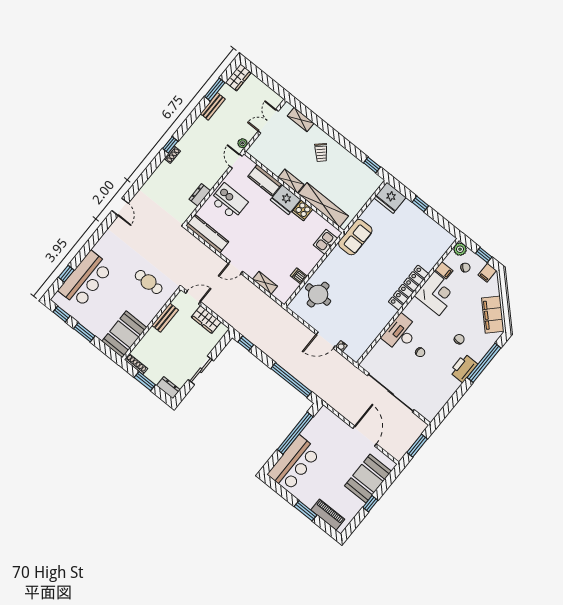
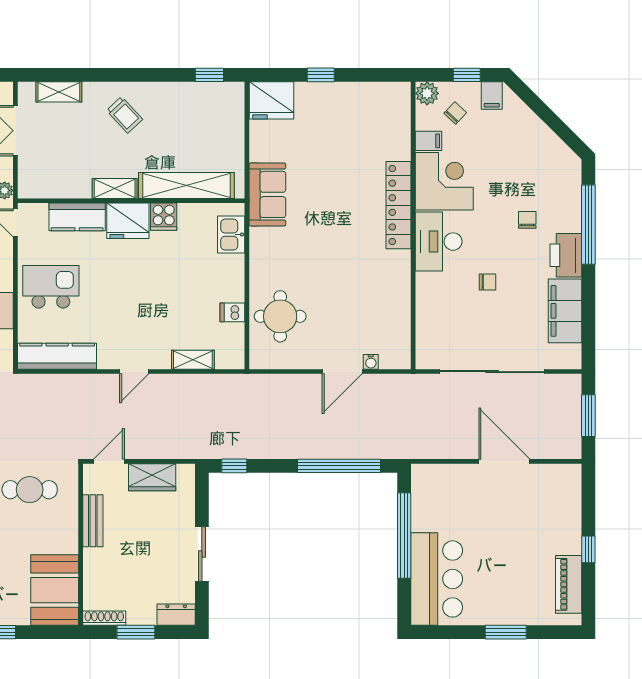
filing cabinet: (493, 315) -> (565, 311), moved, turned 45
desk: (401, 333) -> (439, 242), moved
booth: (368, 479) -> (557, 517), removed
piano: (328, 515) -> (569, 584), moved, turned -90

